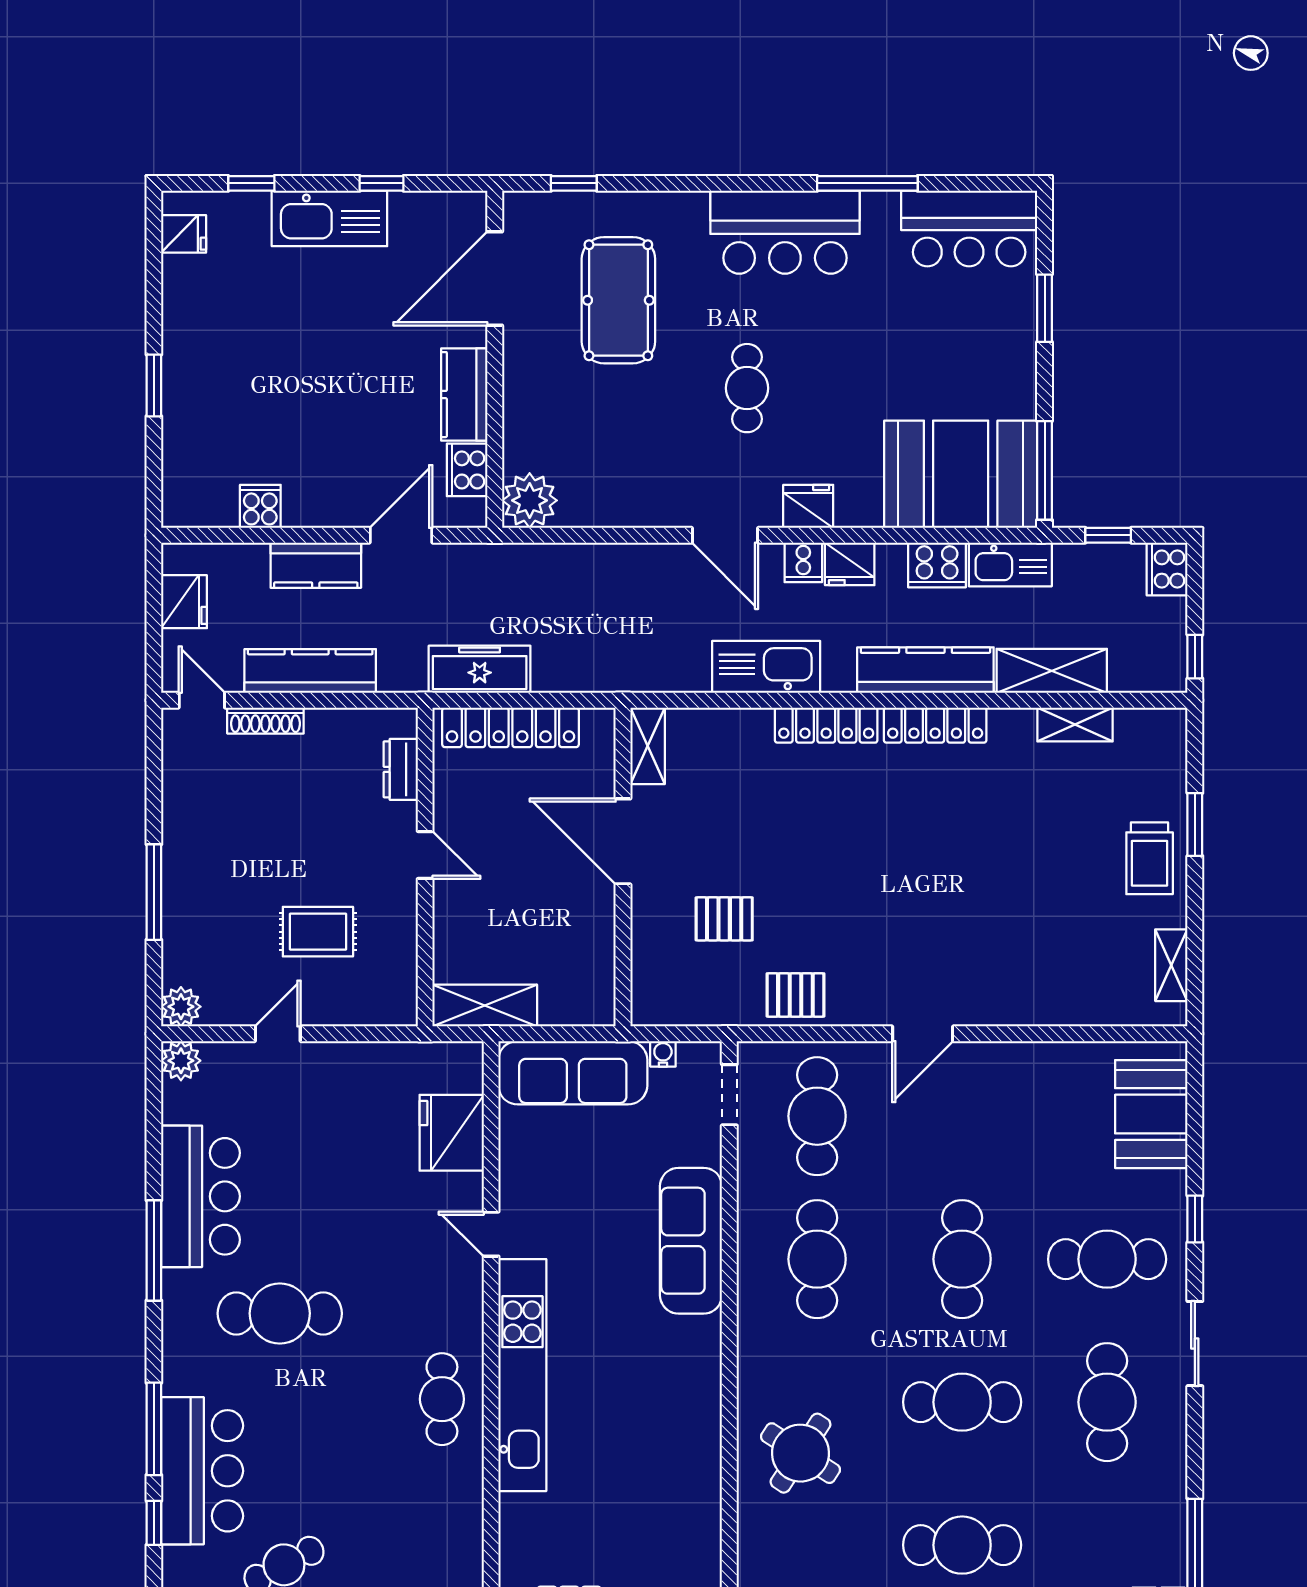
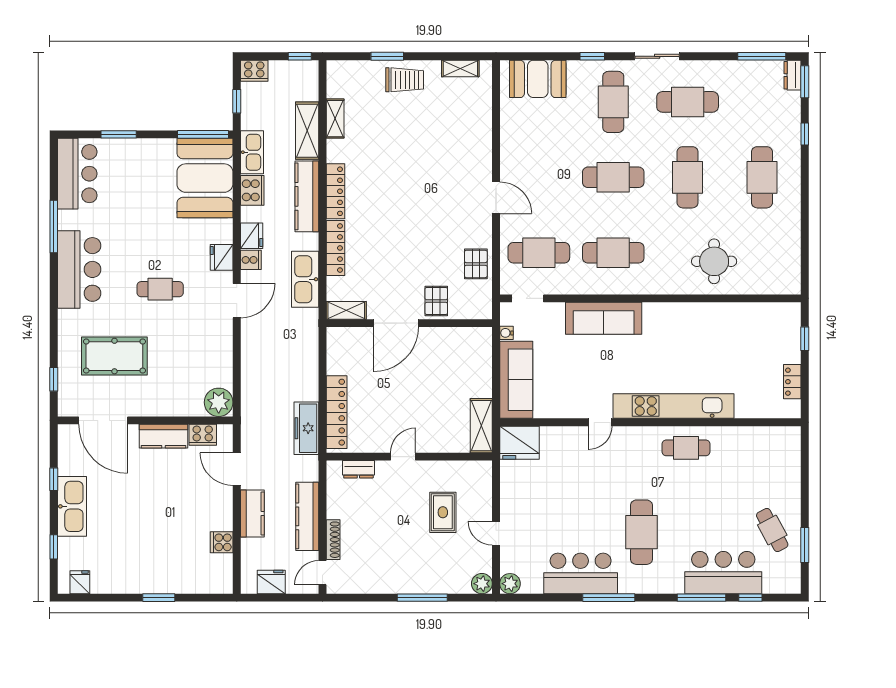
shelving: (648, 746) -> (346, 310), moved
door: (623, 841) -> (396, 323), moved
wall: (623, 867) -> (409, 323), moved
fridge: (452, 1133) -> (519, 443), moved
round table: (801, 1453) -> (714, 261), turned -33

